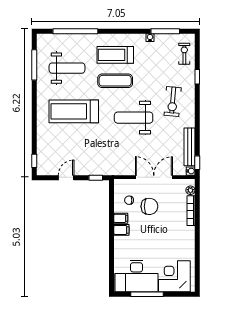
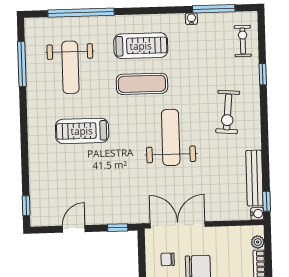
treadmill: (115, 55) -> (141, 46), turned 180
weight bench: (67, 68) -> (70, 67), turned 90
treadmill: (74, 111) -> (82, 131), width x0.73, depth x0.73
weight bench: (134, 118) -> (171, 137), turned 90
double door: (154, 177) -> (178, 225), moved

